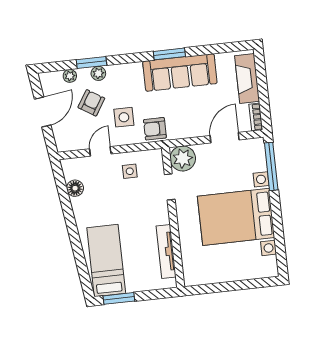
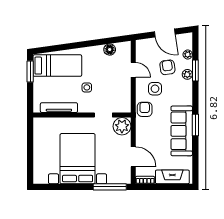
armchair: (91, 103) -> (167, 67), turned -130
side table: (130, 171) -> (87, 87), moved

